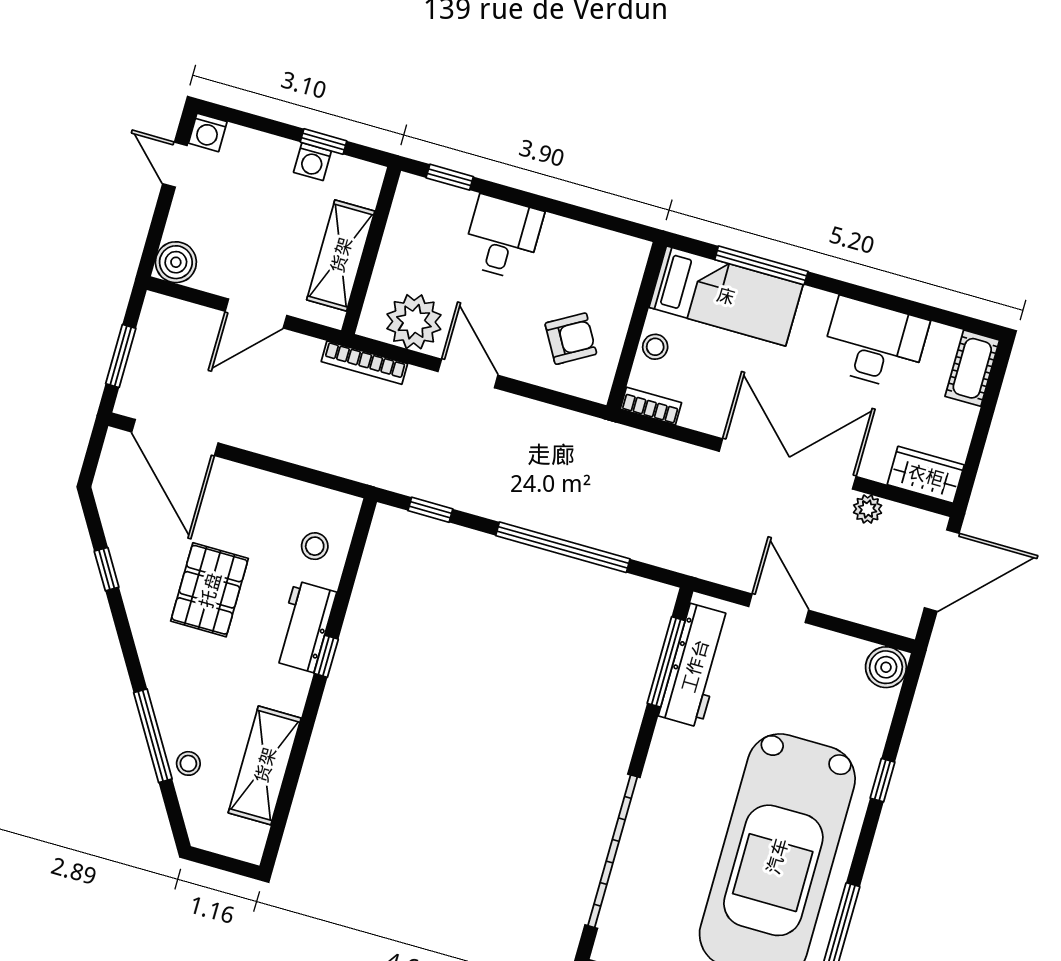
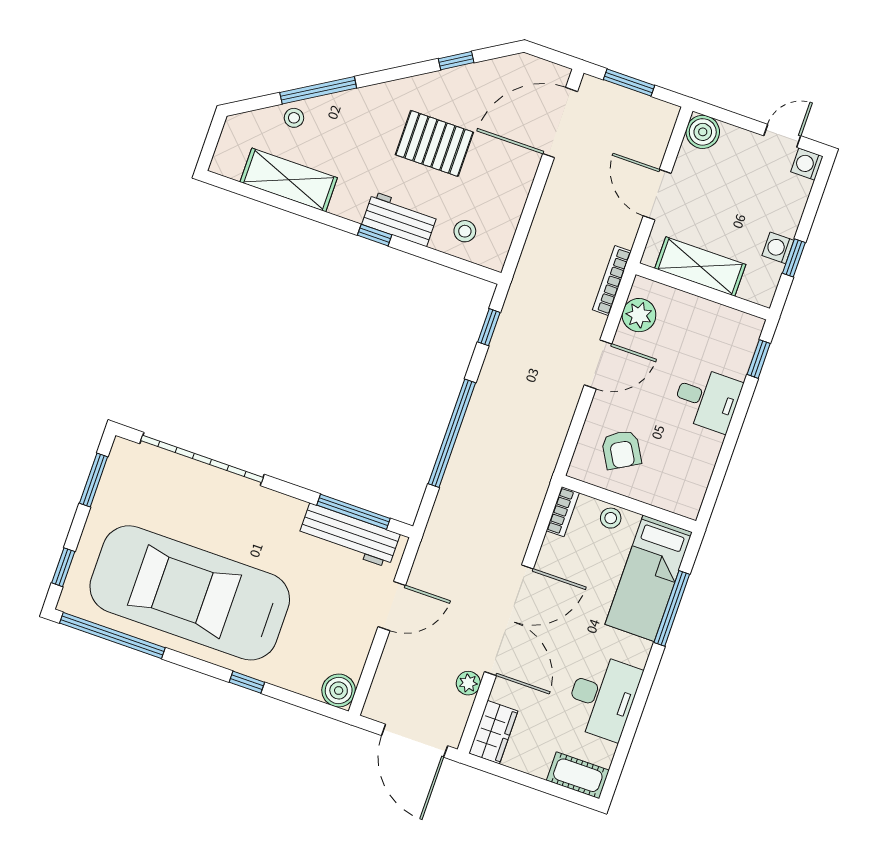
plant: (414, 322) -> (639, 315), width x0.73, depth x0.73

